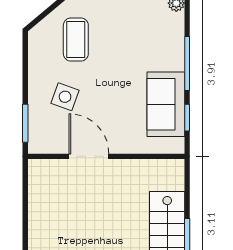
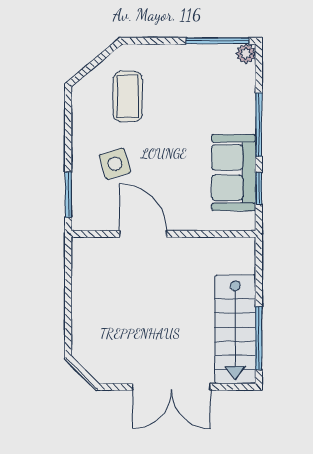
side table: (65, 97) -> (115, 164), turned -37

